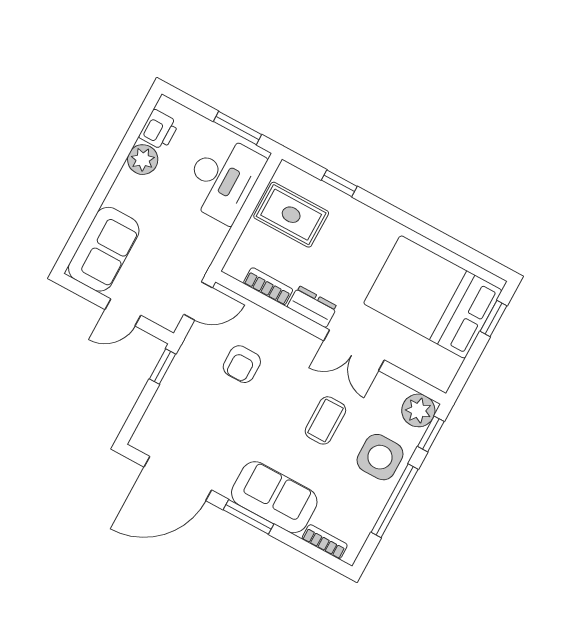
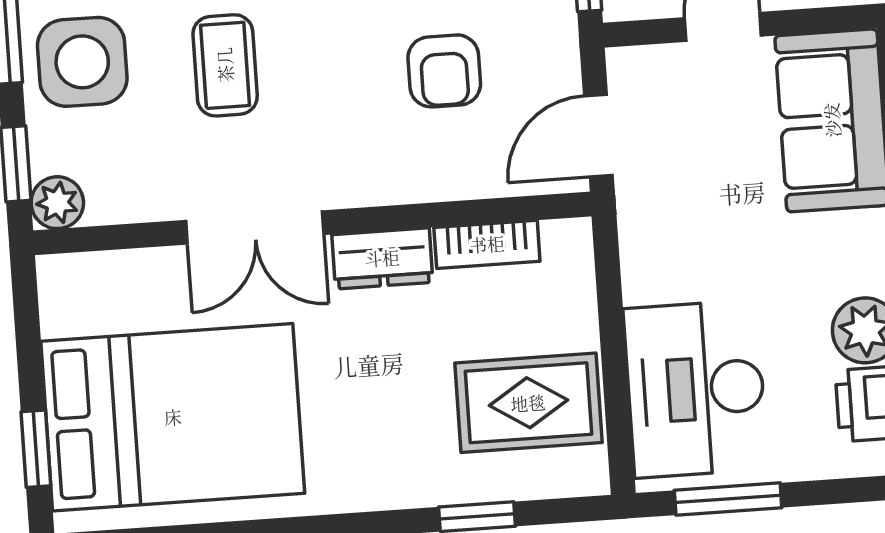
double door: (354, 350) -> (255, 227), swing flipped
armchair: (242, 364) -> (444, 71), turned 180
plant: (418, 410) -> (57, 203), width x0.73, depth x0.73

